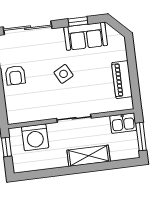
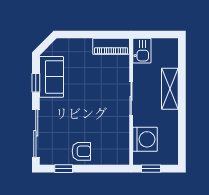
side table: (64, 74) -> (86, 103), removed
piano: (122, 80) -> (111, 46), moved
window: (141, 137) -> (157, 35), removed

